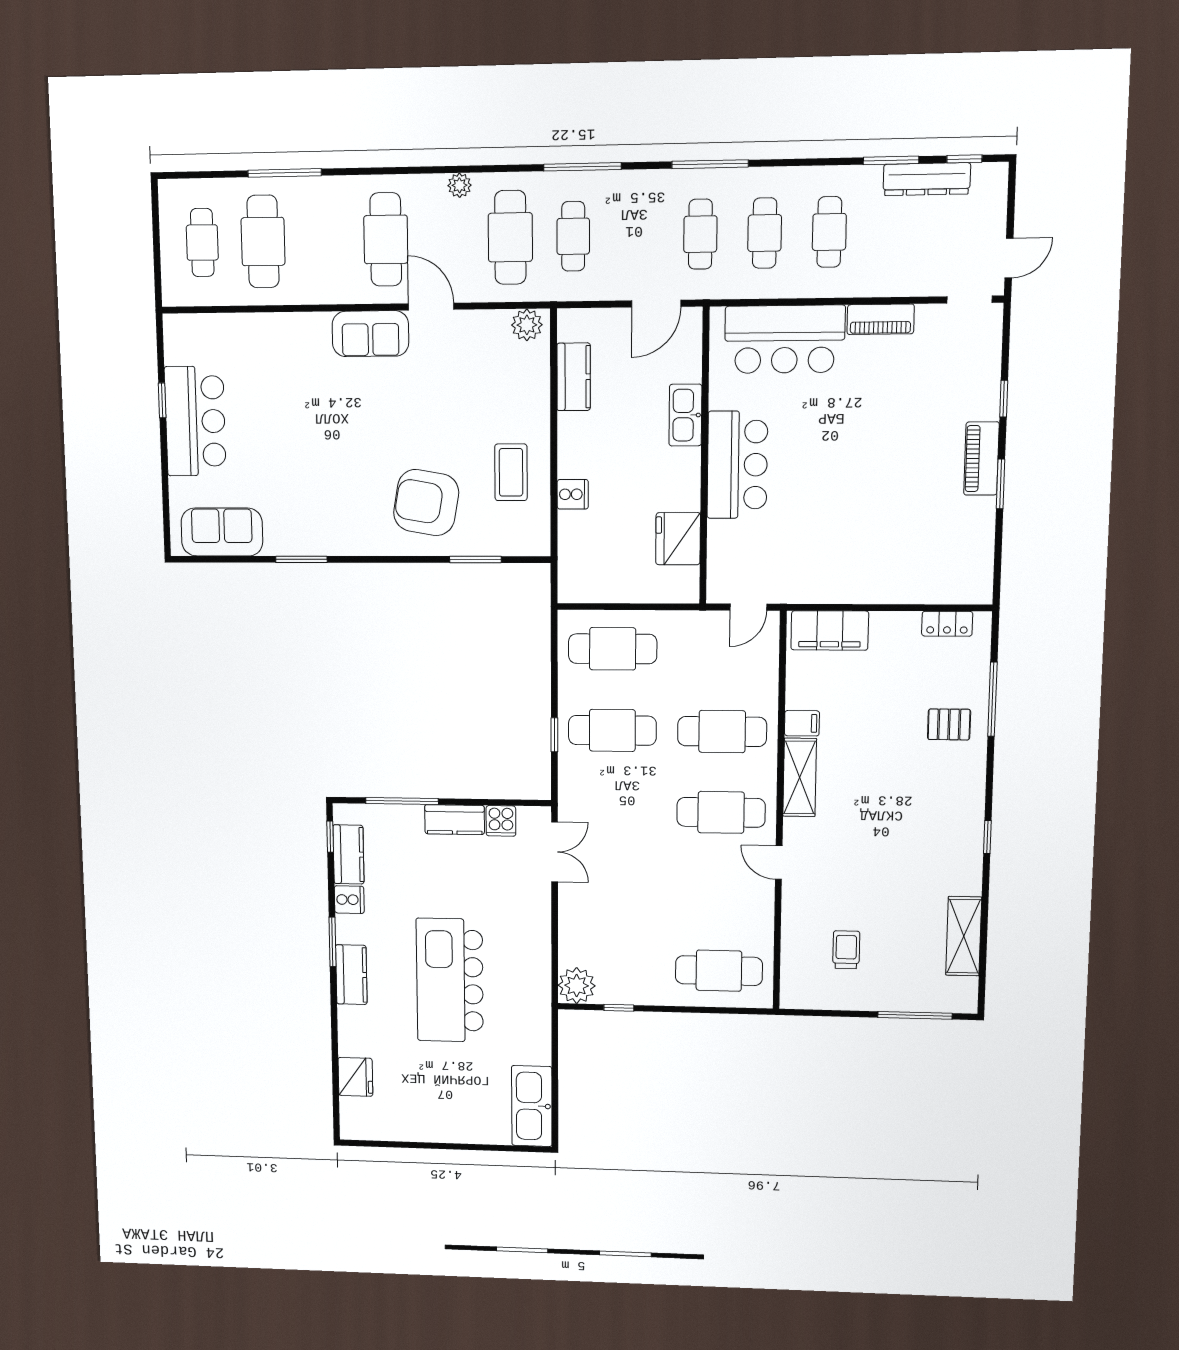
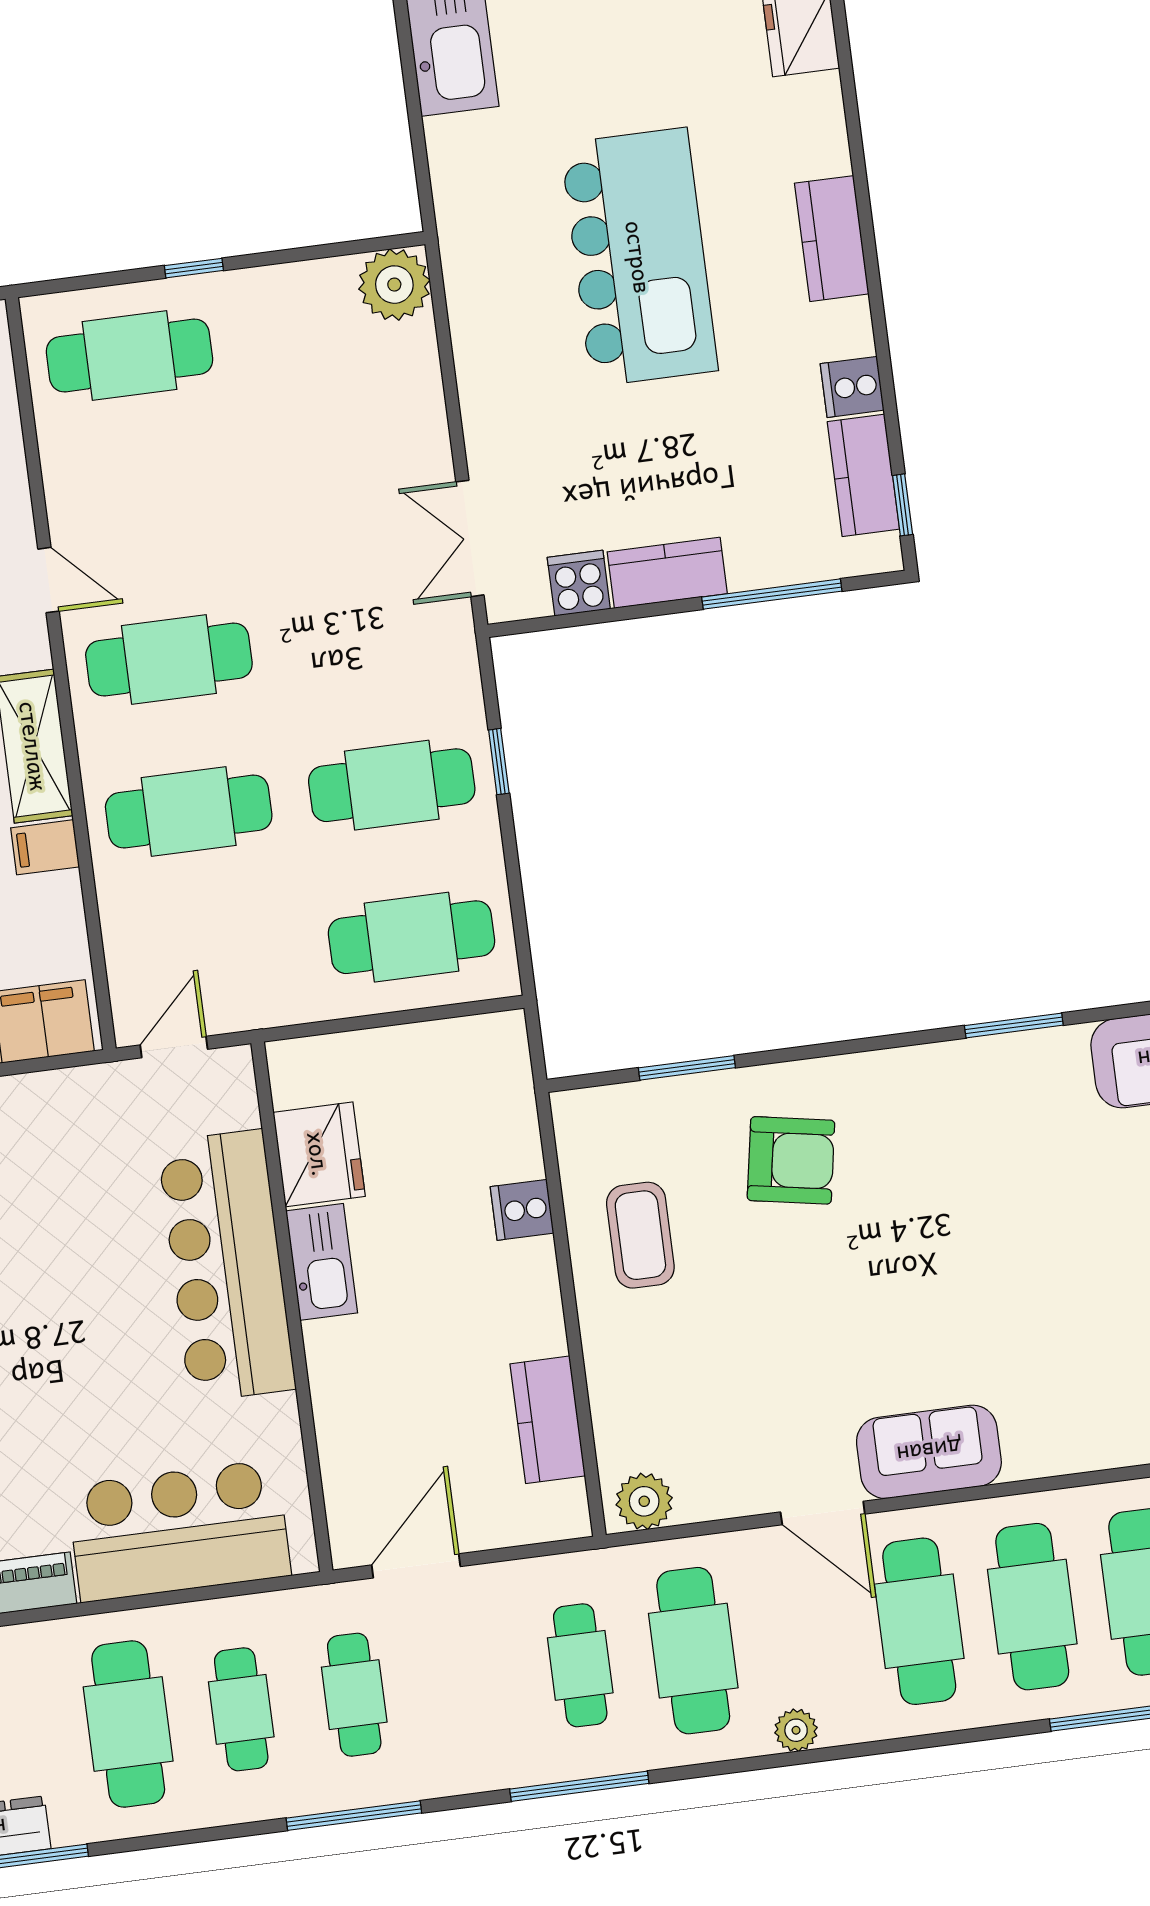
cafe table: (829, 232) -> (128, 1724), width x1.37, depth x1.35
cafe table: (324, 240) -> (1032, 1607), added
kitchen sink: (685, 415) -> (322, 1262), moved
bar counter: (737, 465) -> (226, 1266), width x1.36
armchair: (426, 503) -> (791, 1160), width x0.73, depth x0.73
window: (332, 942) -> (876, 298), removed
window: (619, 1008) -> (194, 268), moved

